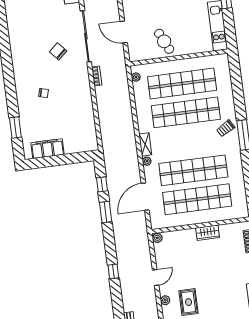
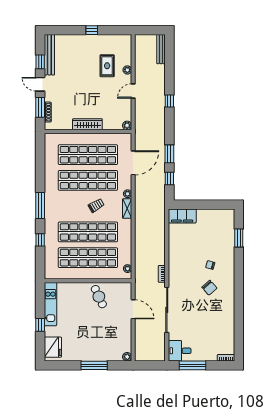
chair: (58, 51) -> (209, 288), moved
window: (238, 97) -> (40, 240), added
trolley: (226, 128) -> (96, 205), moved
filing cabinet: (47, 149) -> (182, 216), moved
wardrobe: (208, 233) -> (87, 124), width x1.50

